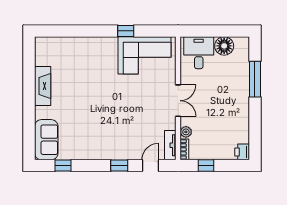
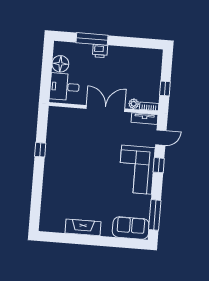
corner sofa: (144, 55) -> (137, 170), moved, turned 180
double door: (178, 101) -> (106, 109), width x1.37
printer: (242, 152) -> (100, 51), moved
window: (63, 165) -> (155, 215), width x2.17
door: (150, 165) -> (161, 138), swing flipped

